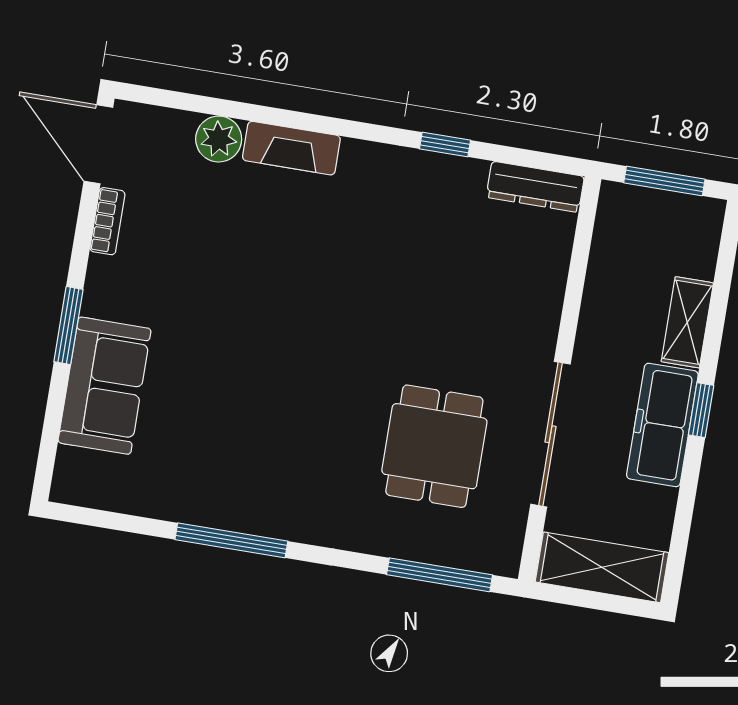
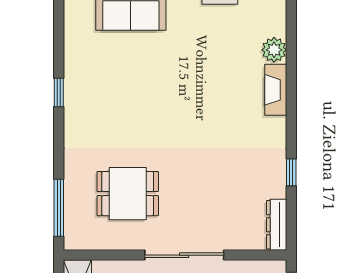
sliding door: (551, 434) -> (184, 255), moved
window: (231, 540) -> (59, 92), width x0.46

